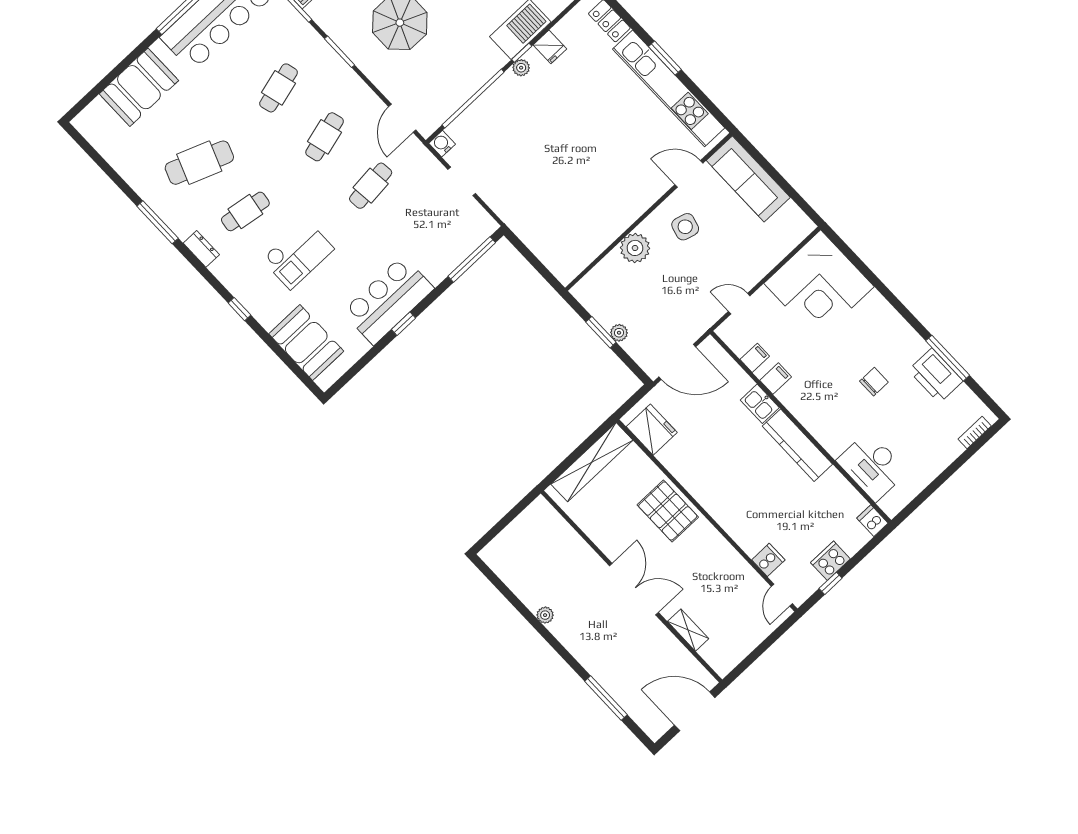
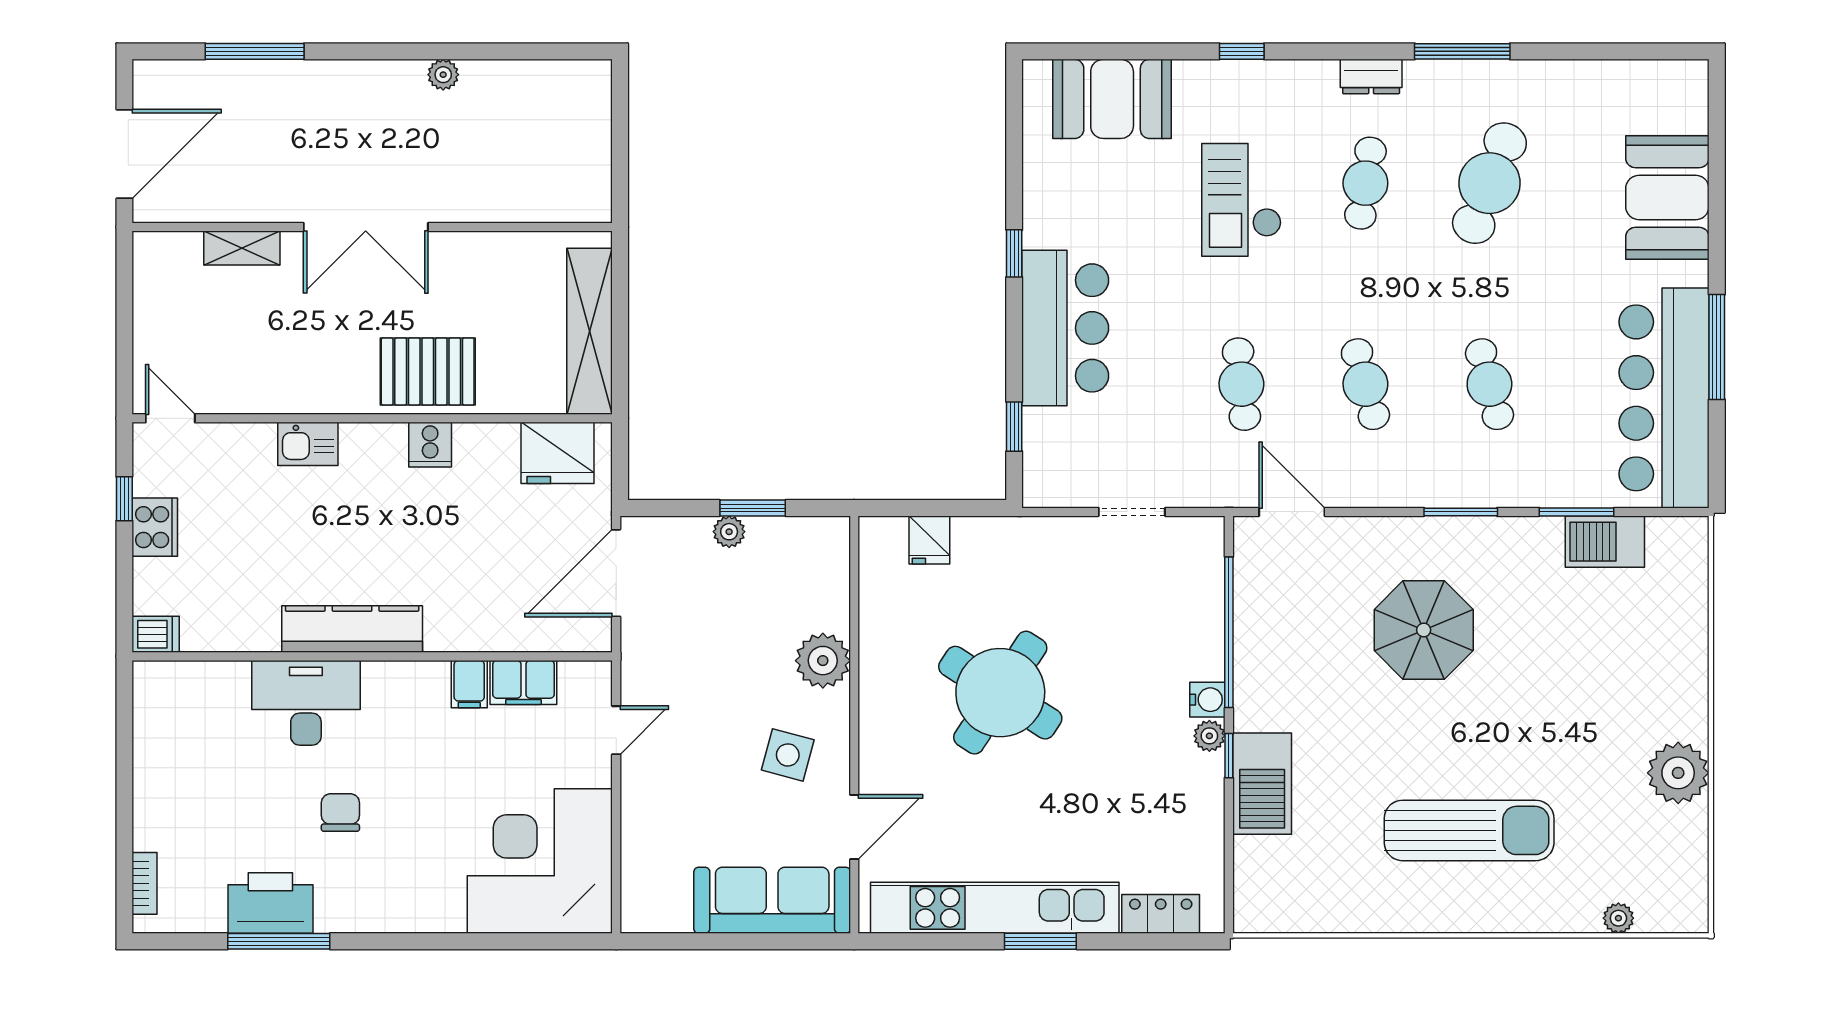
fridge: (550, 47) -> (929, 540), moved, turned -90
water cooler: (442, 144) -> (1207, 700), moved
round table: (582, 166) -> (1000, 693), added
window: (472, 259) -> (1014, 427), width x0.46
bar counter: (388, 300) -> (1065, 328), moved
filing cabinet: (755, 358) -> (523, 682), width x2.00
chair: (874, 382) -> (340, 812), turned 180
kitchen sink: (760, 404) -> (308, 444), moved, turned 180
desk: (872, 466) -> (306, 703), moved
cooker: (768, 560) -> (430, 445), moved

